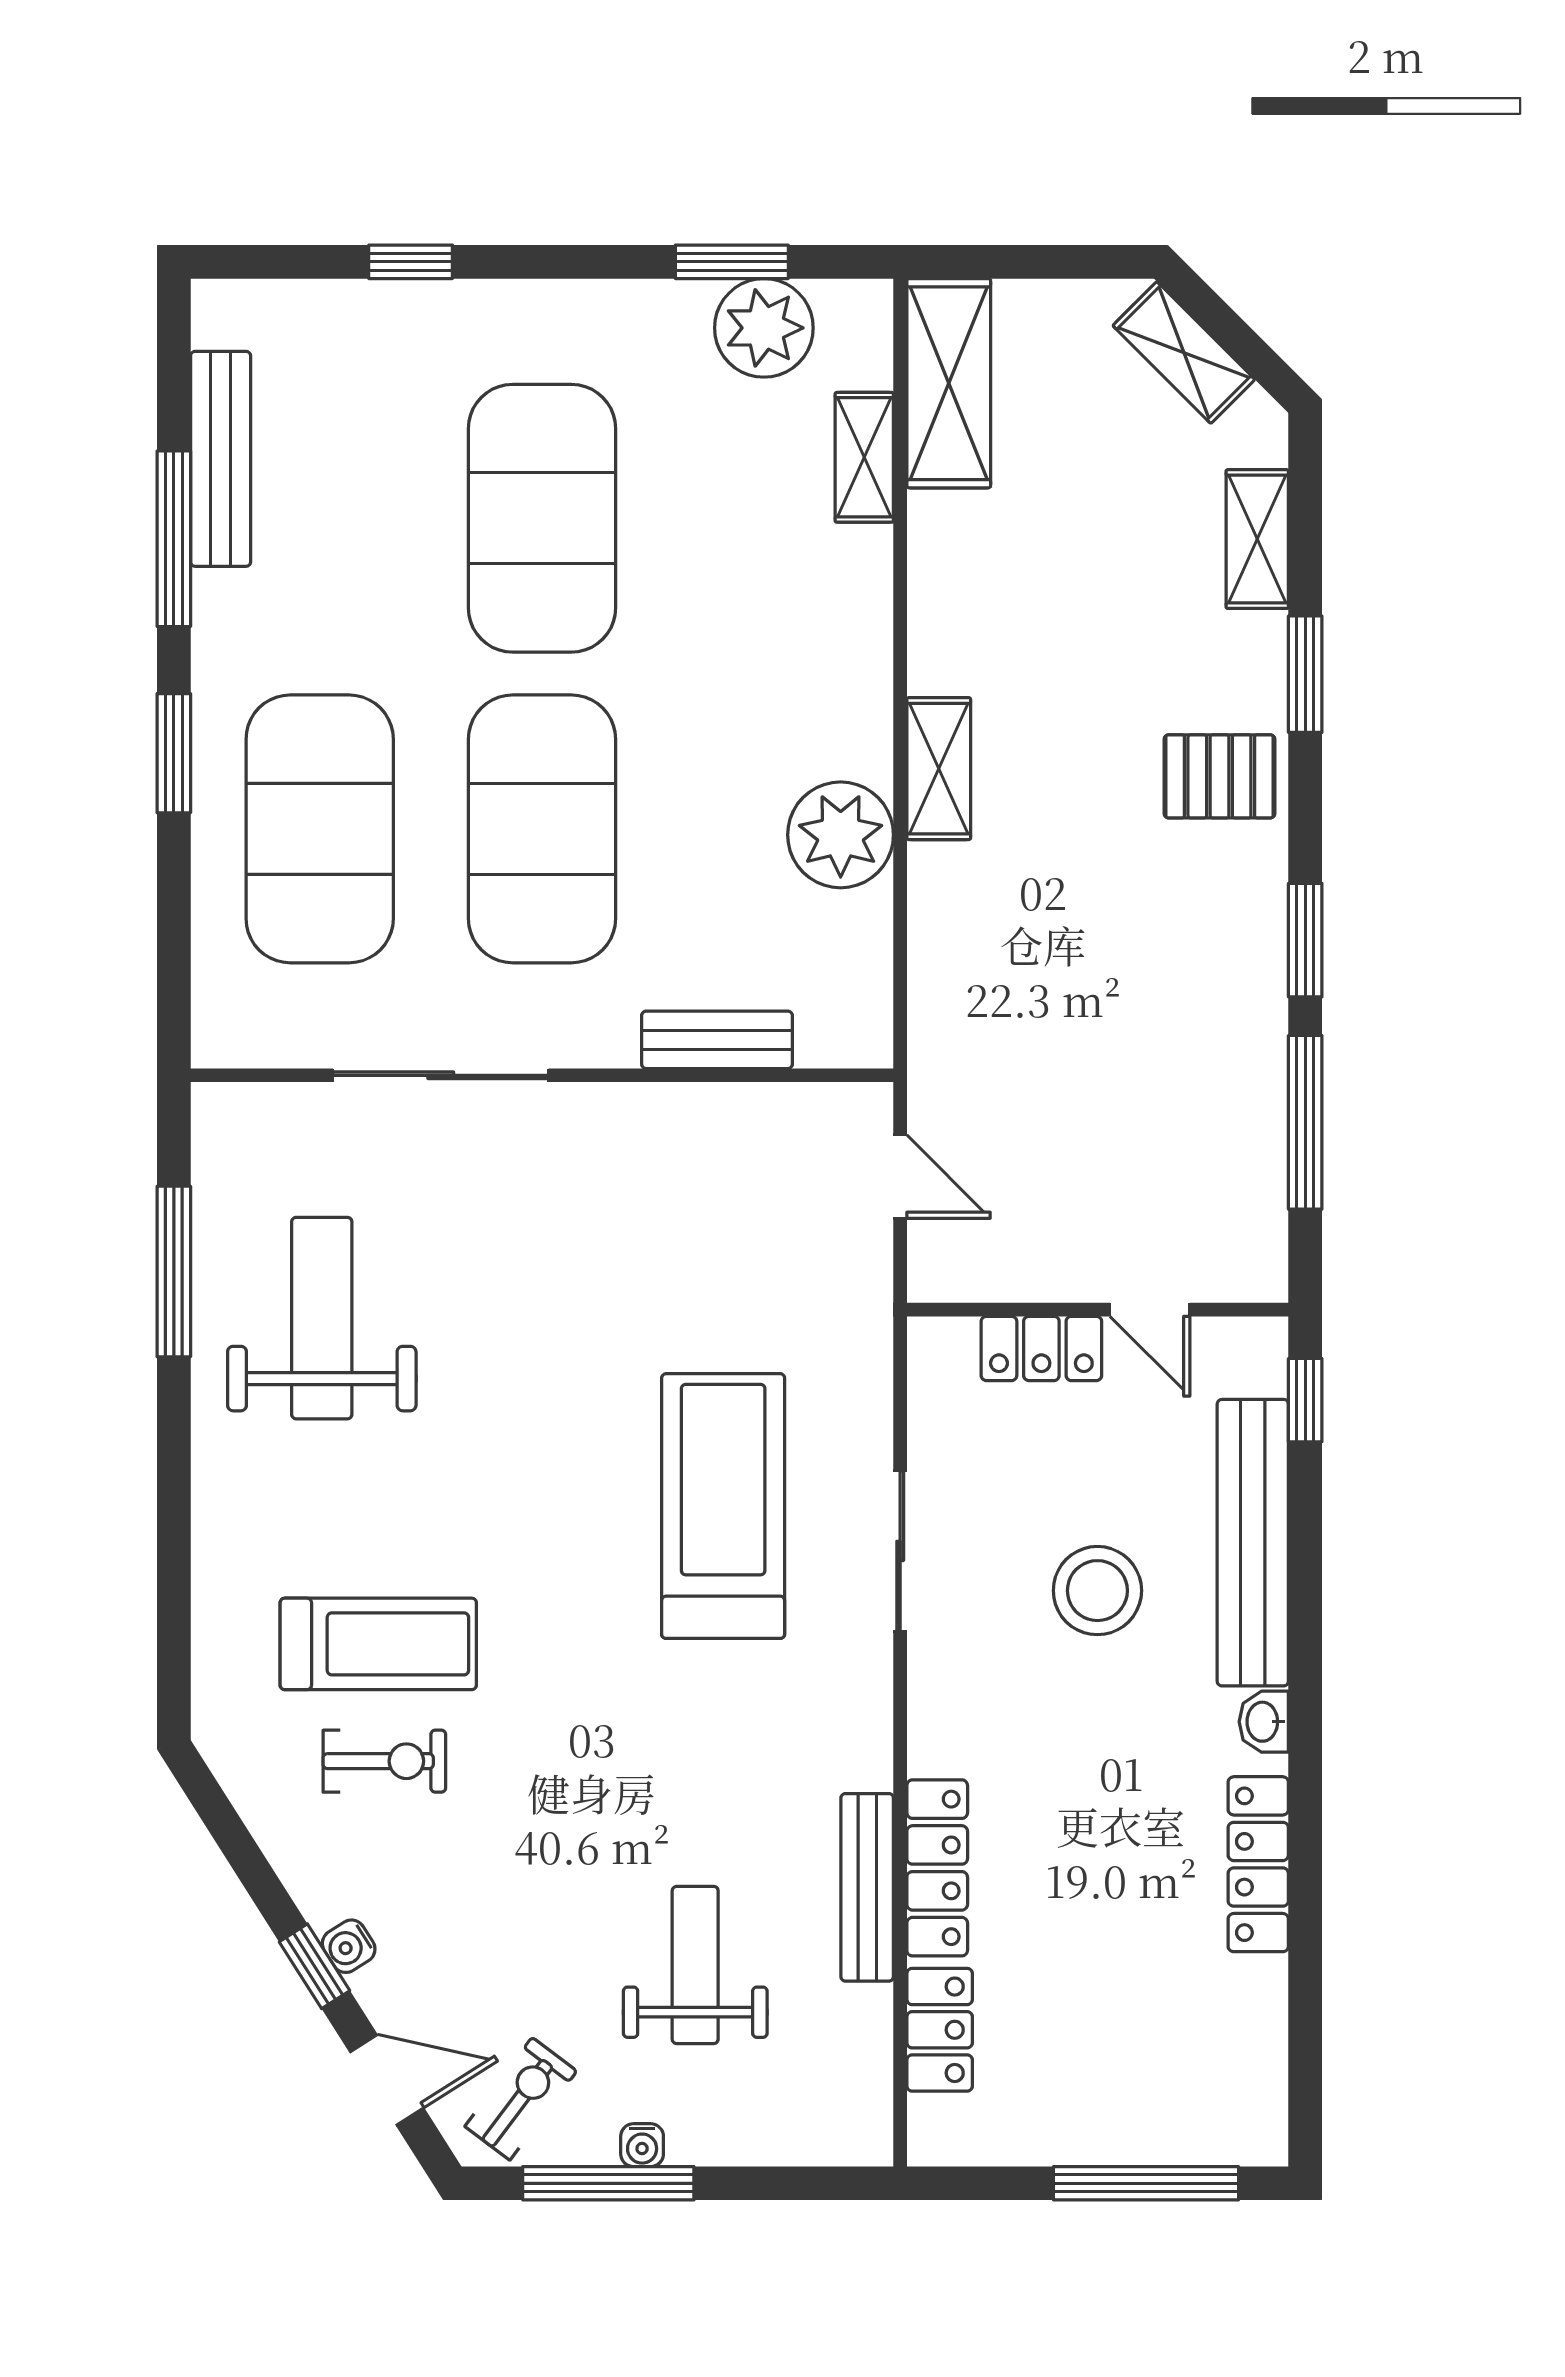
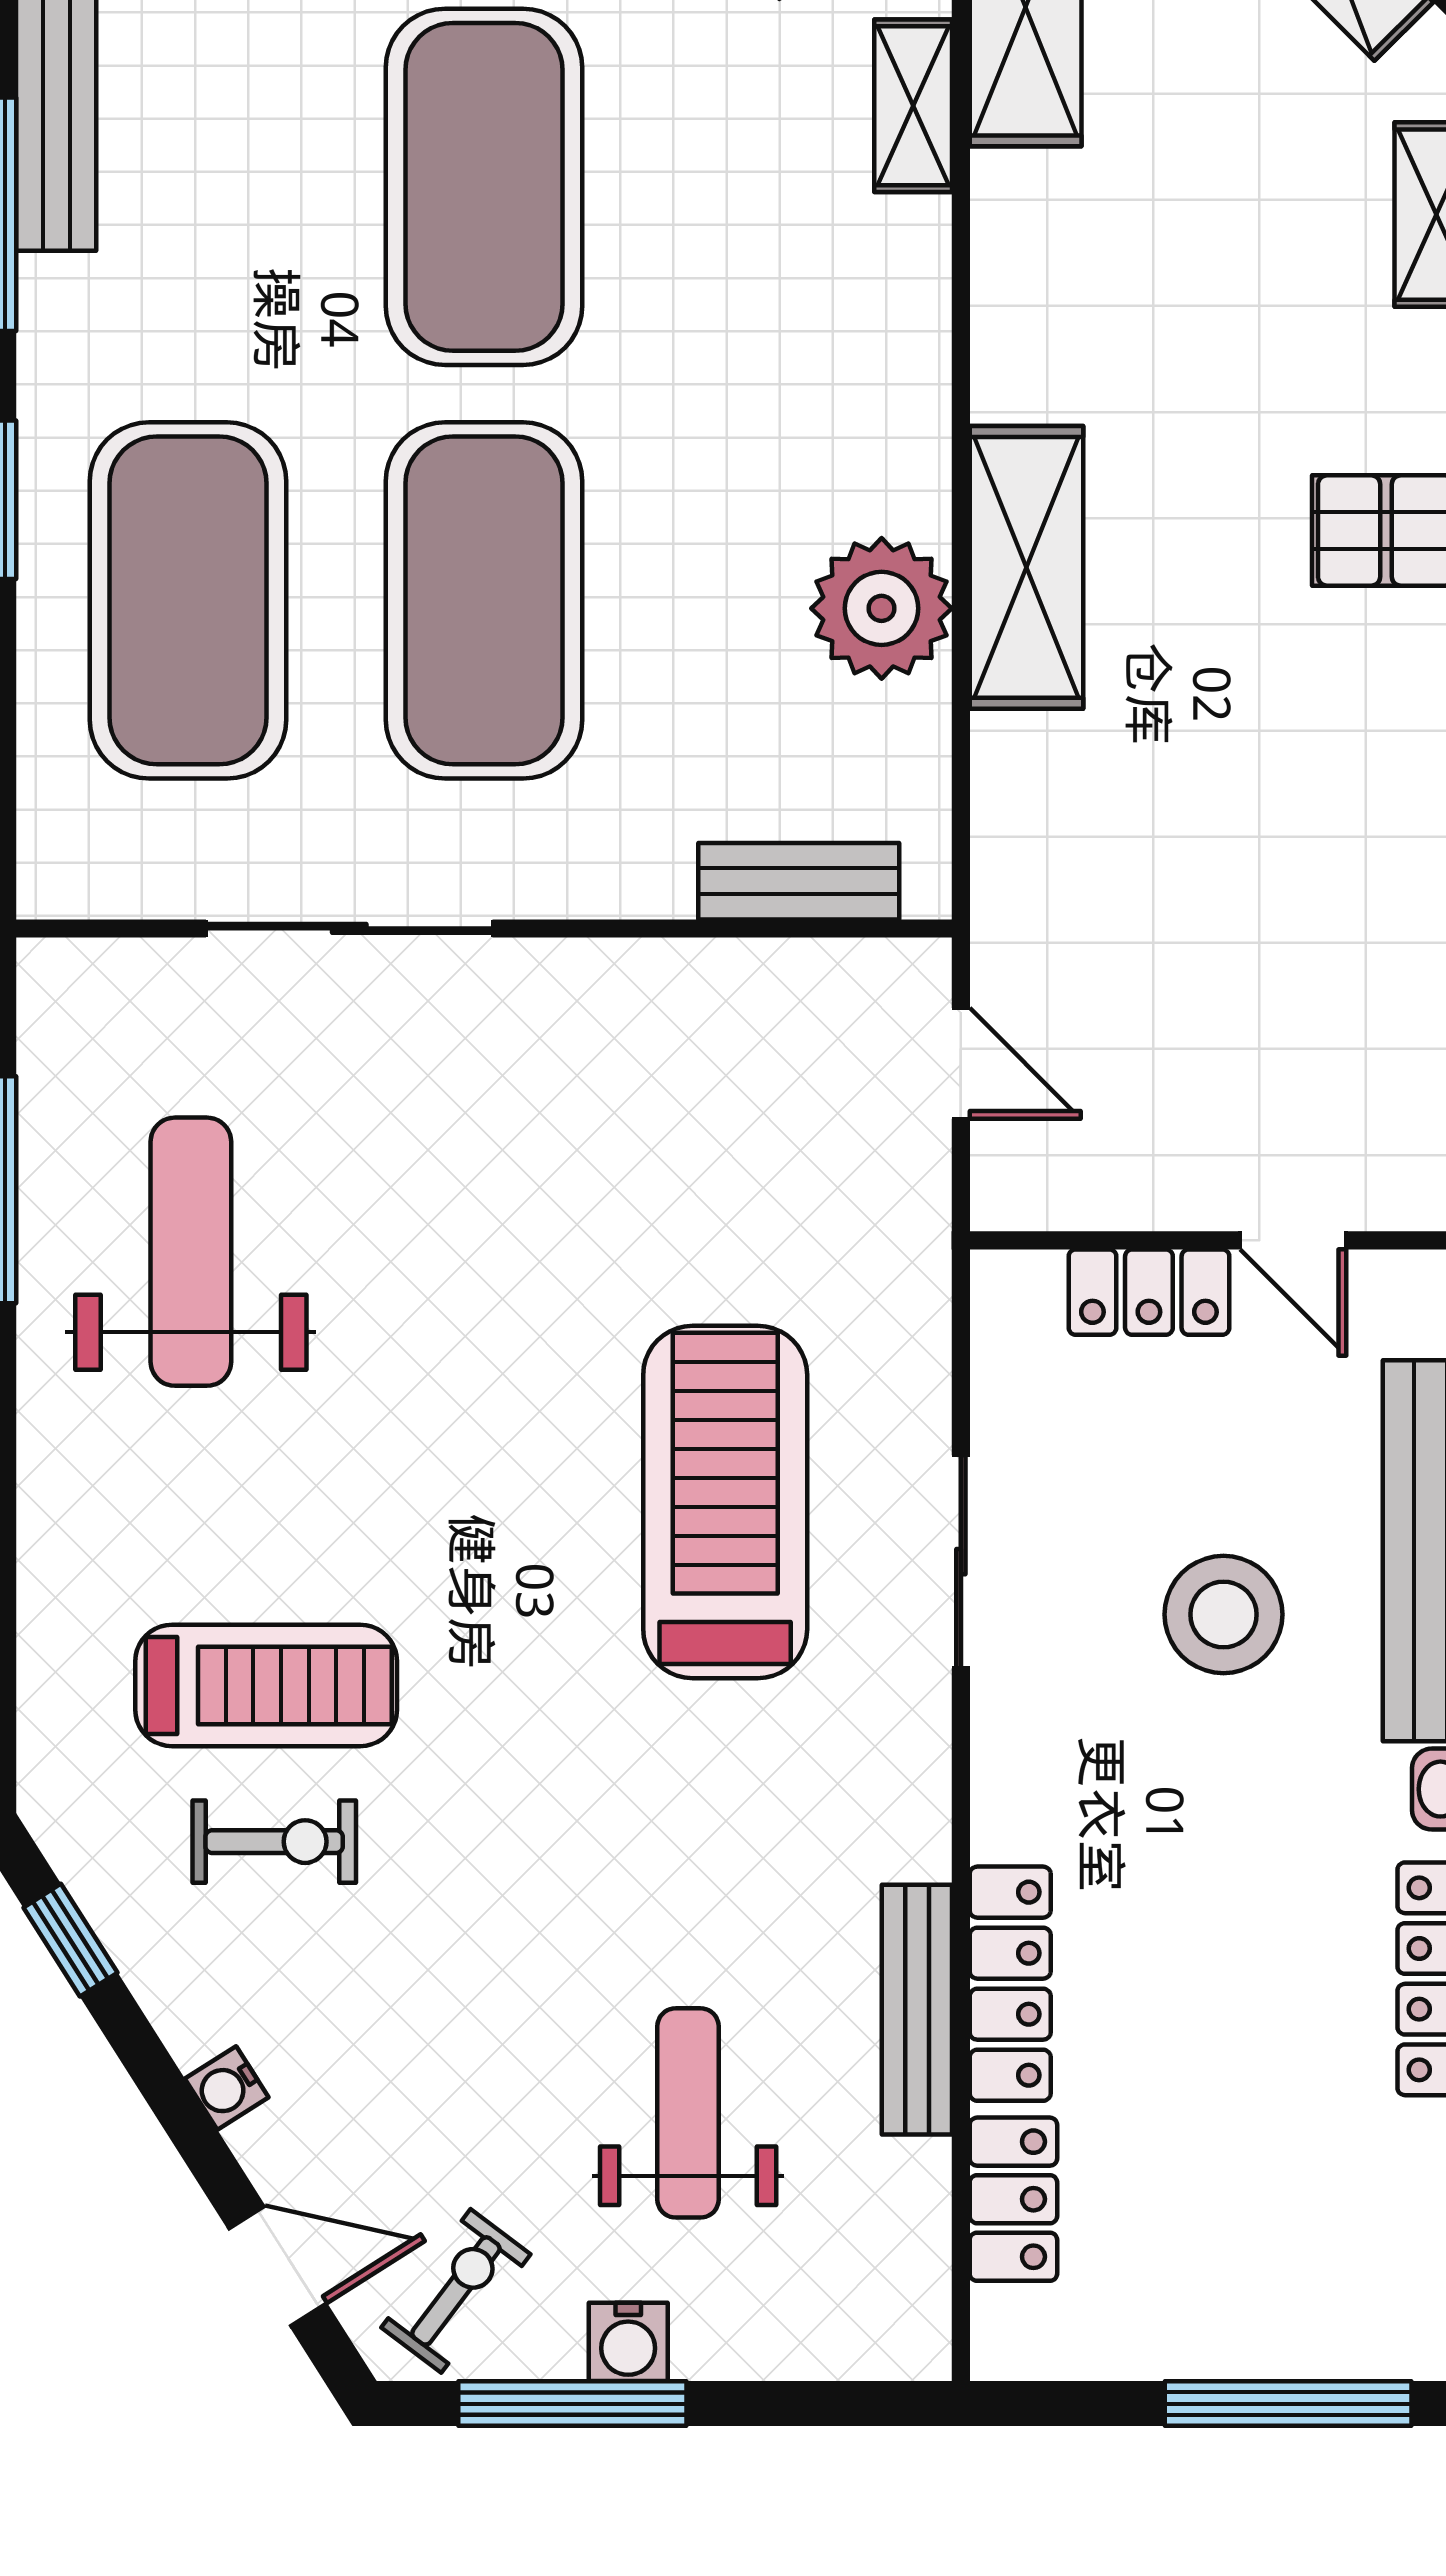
shelving: (939, 769) -> (1026, 567), width x1.50, depth x1.33
bench: (717, 1040) -> (799, 881), moved
window: (314, 1966) -> (70, 1940), moved
water cooler: (642, 2145) -> (628, 2342), width x1.38, depth x1.38

